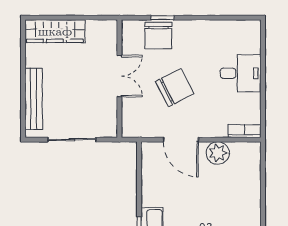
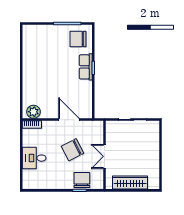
wardrobe: (55, 31) -> (130, 183), moved
bench: (34, 99) -> (154, 143), removed
plant: (218, 153) -> (33, 112), moved

